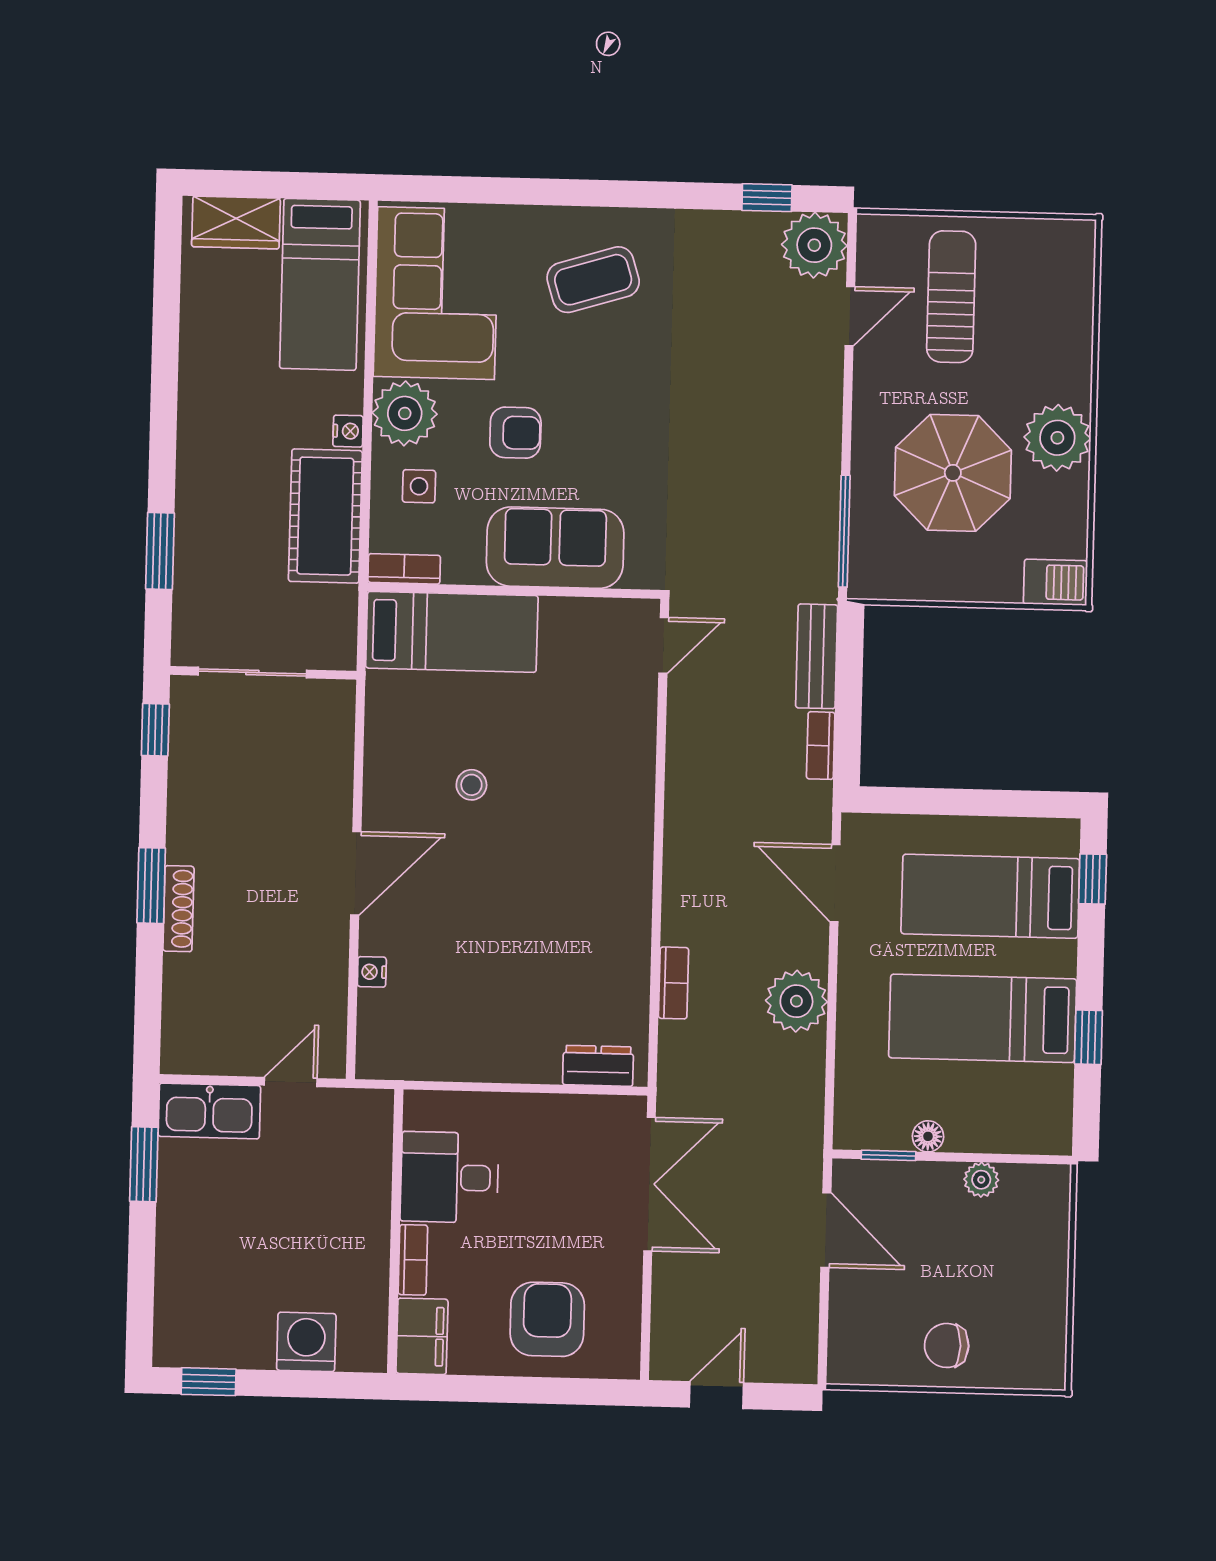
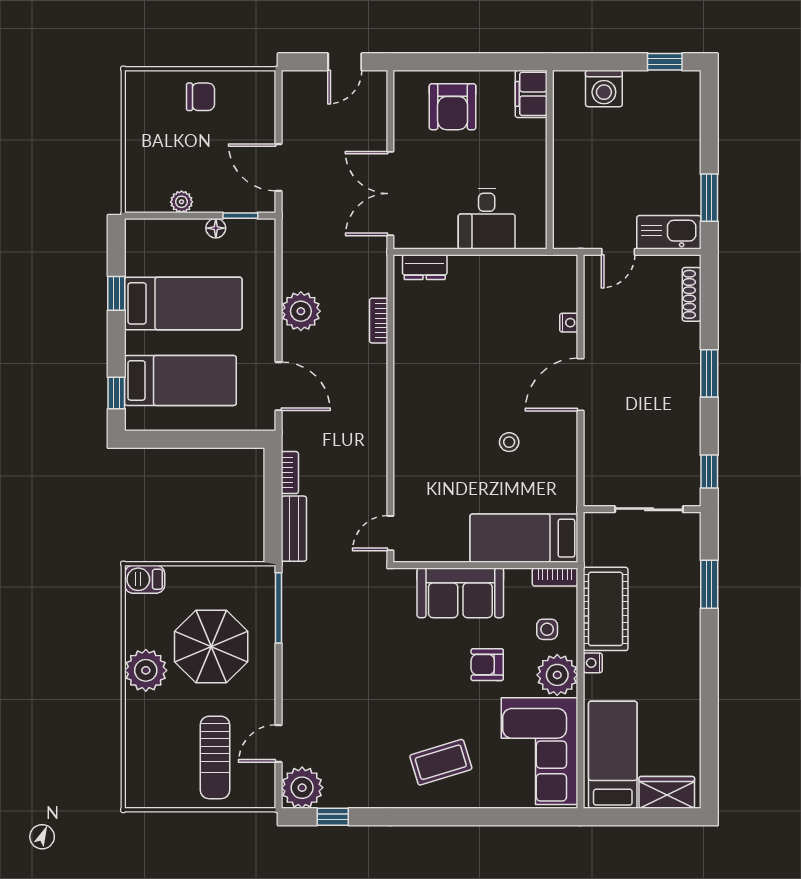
shoe rack: (178, 909) -> (692, 294), moved
desk: (449, 1177) -> (487, 219), moved, turned 90
bookcase: (413, 1260) -> (538, 142), removed

